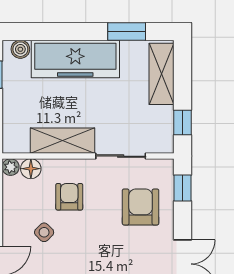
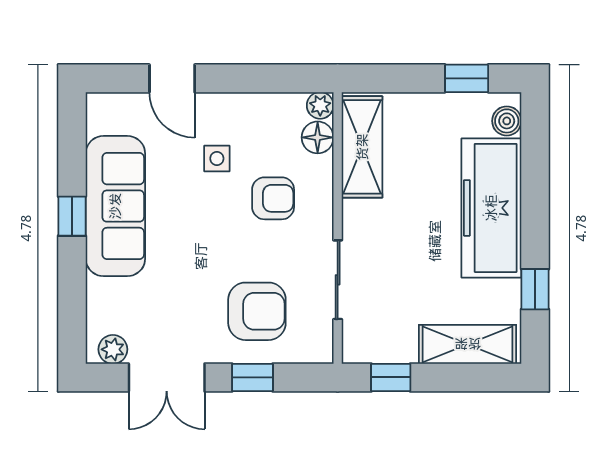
window: (127, 31) -> (535, 289), width x0.67
shelving: (63, 141) -> (362, 147), moved
window: (182, 188) -> (252, 377), moved
side table: (44, 232) -> (217, 158), turned 45

